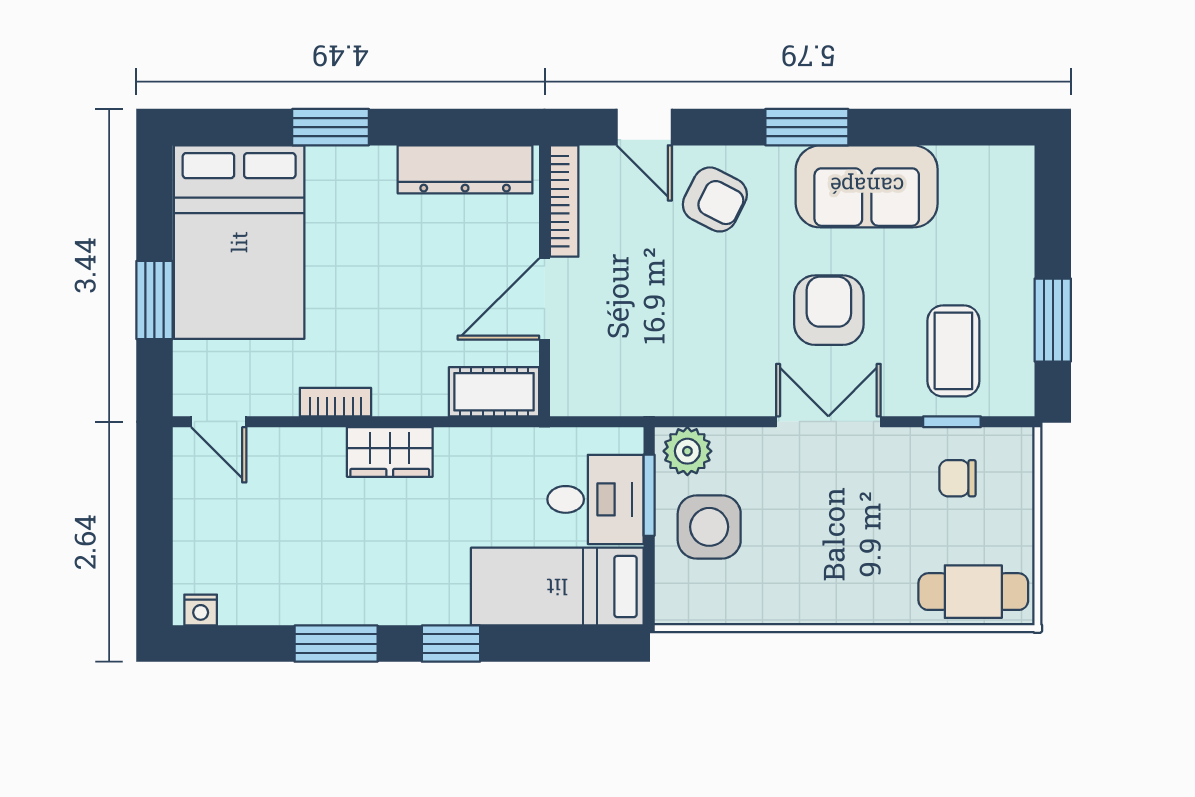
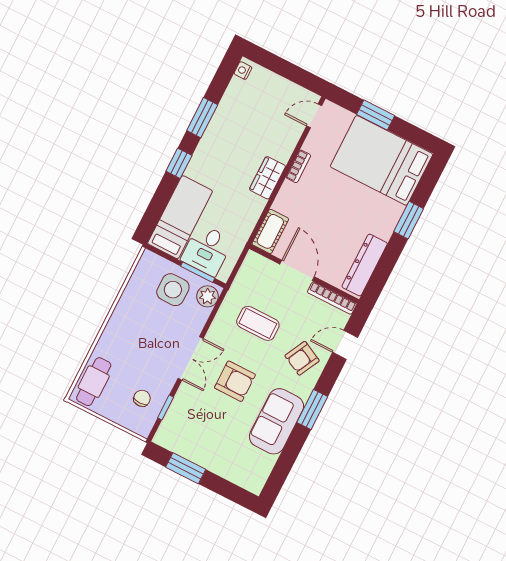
coffee table: (953, 351) -> (258, 323), moved

